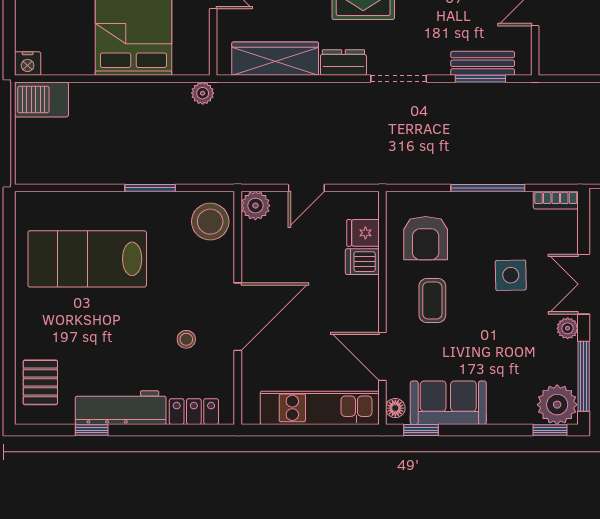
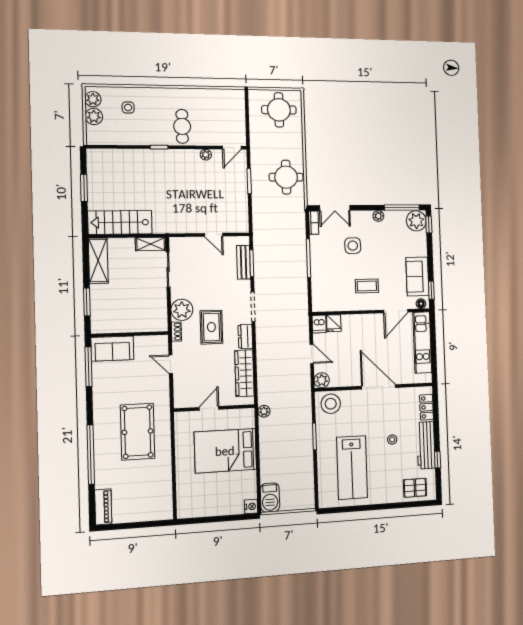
armchair: (426, 238) -> (335, 290), removed
dishwasher: (362, 262) -> (319, 324), moved
double door: (584, 284) -> (335, 208), moved
stool: (186, 339) -> (392, 439), moved

